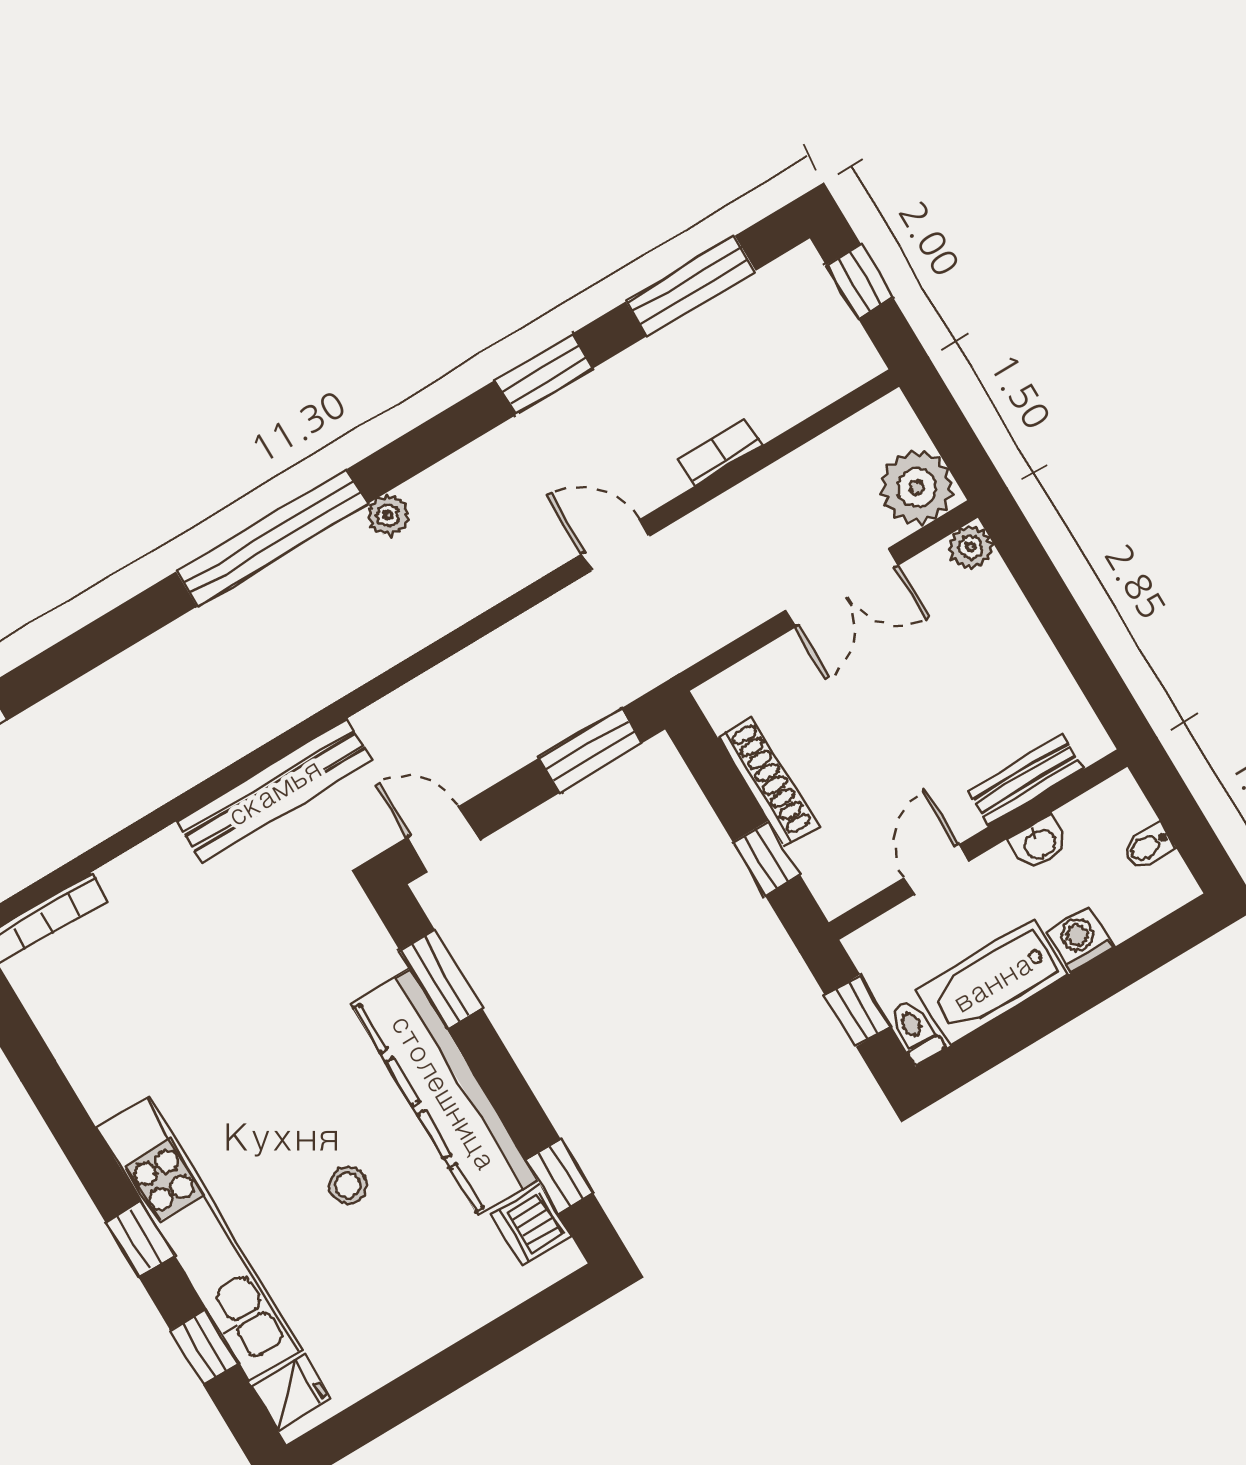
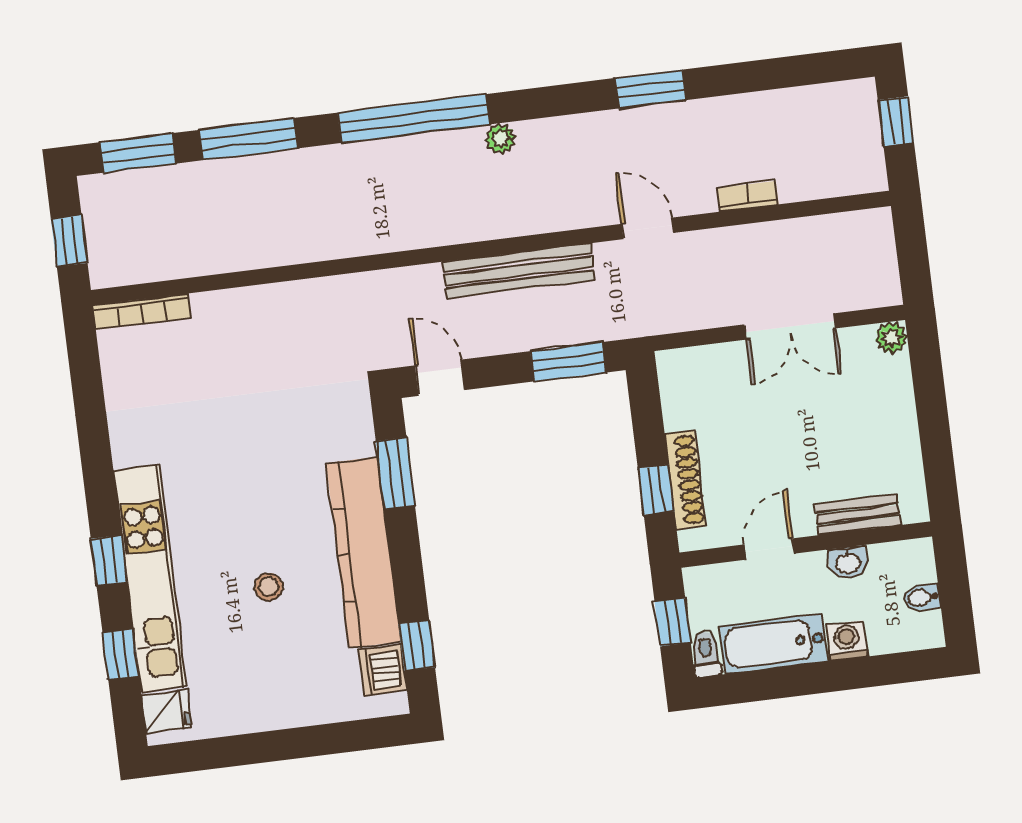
window: (691, 286) -> (249, 139), moved
plant: (917, 488) -> (872, 280), removed
shoe rack: (767, 781) -> (685, 480), moved
bench: (274, 791) -> (519, 271), moved

